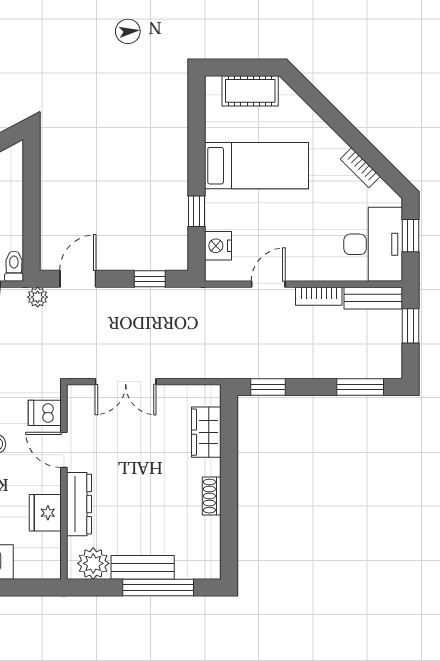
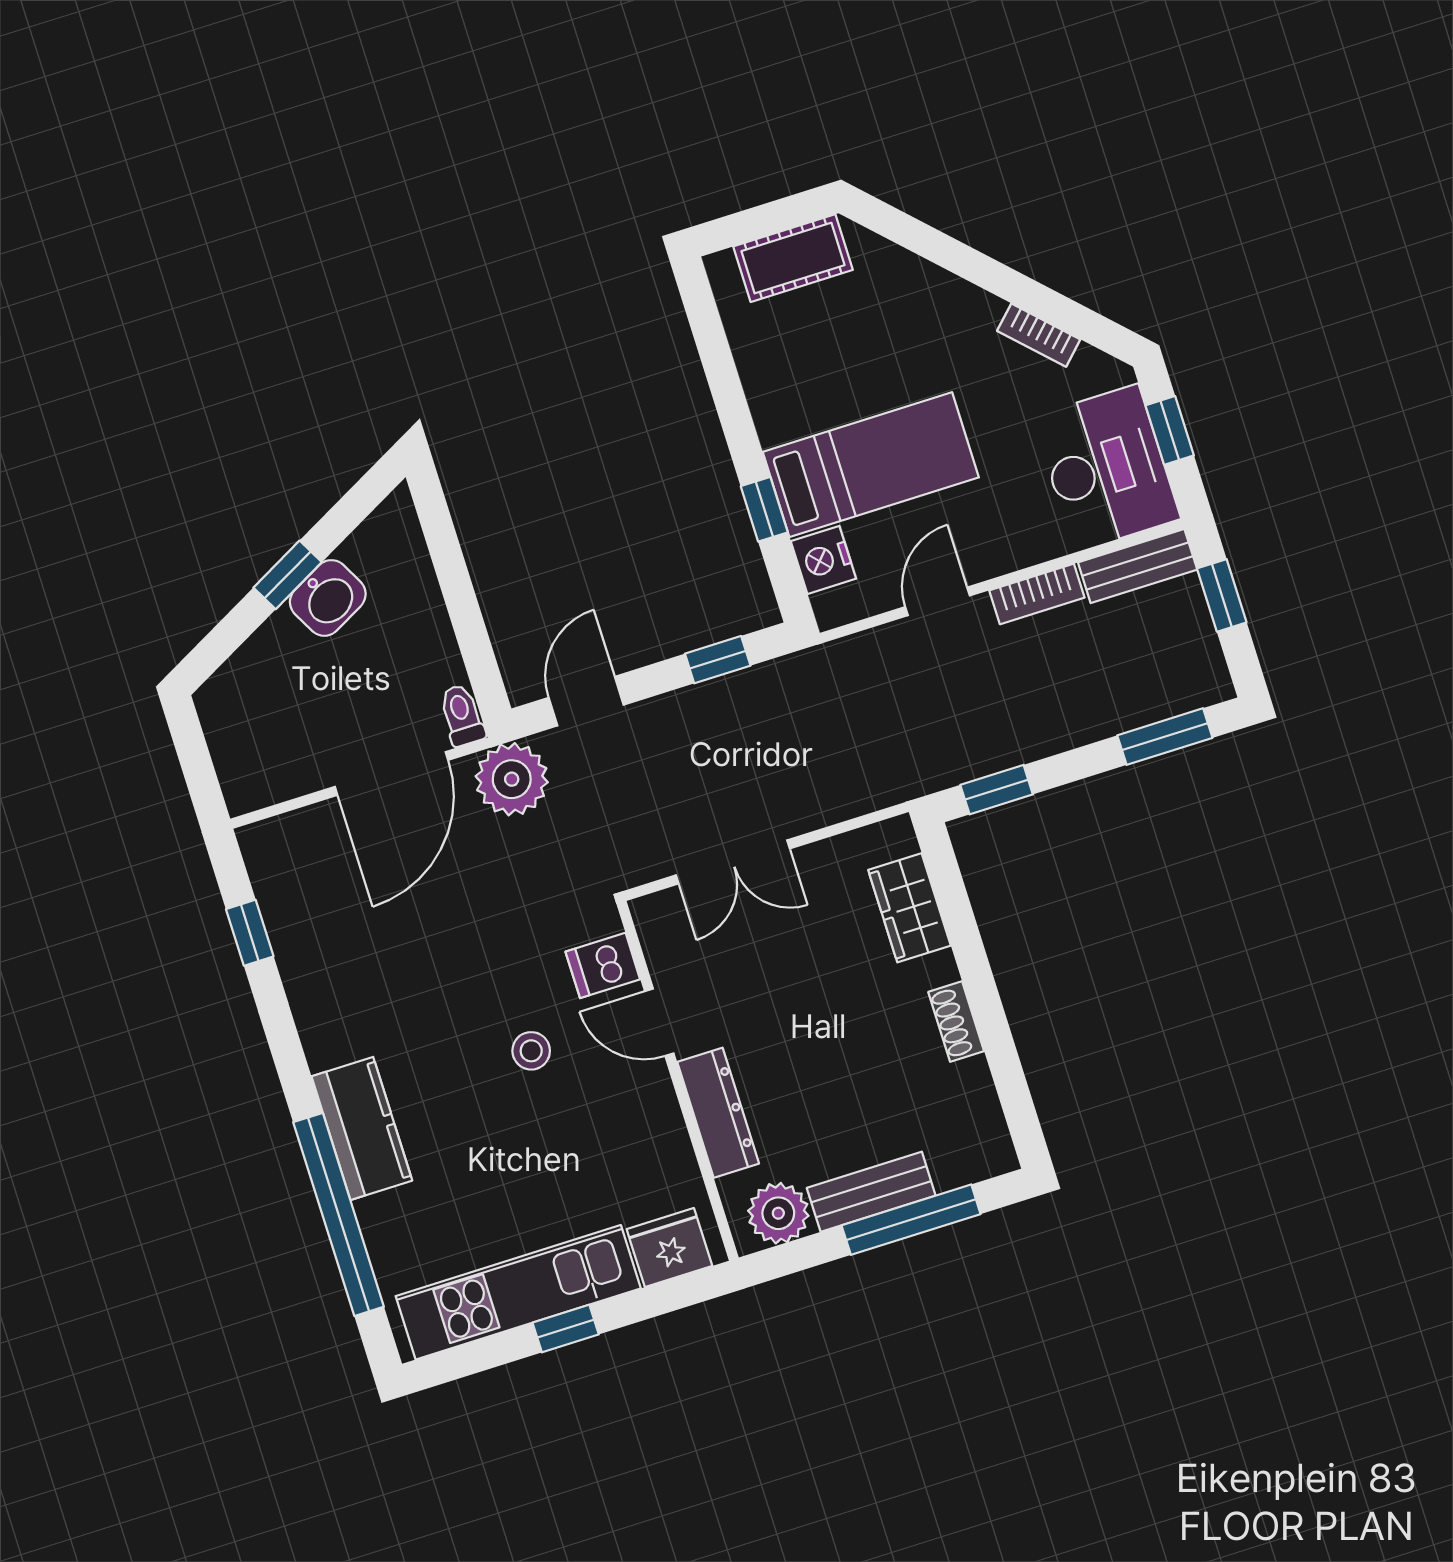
bed: (256, 166) -> (871, 465), moved
plant: (38, 297) -> (512, 779), width x1.87, depth x1.87
fridge: (45, 513) -> (669, 1248), moved, turned 90

